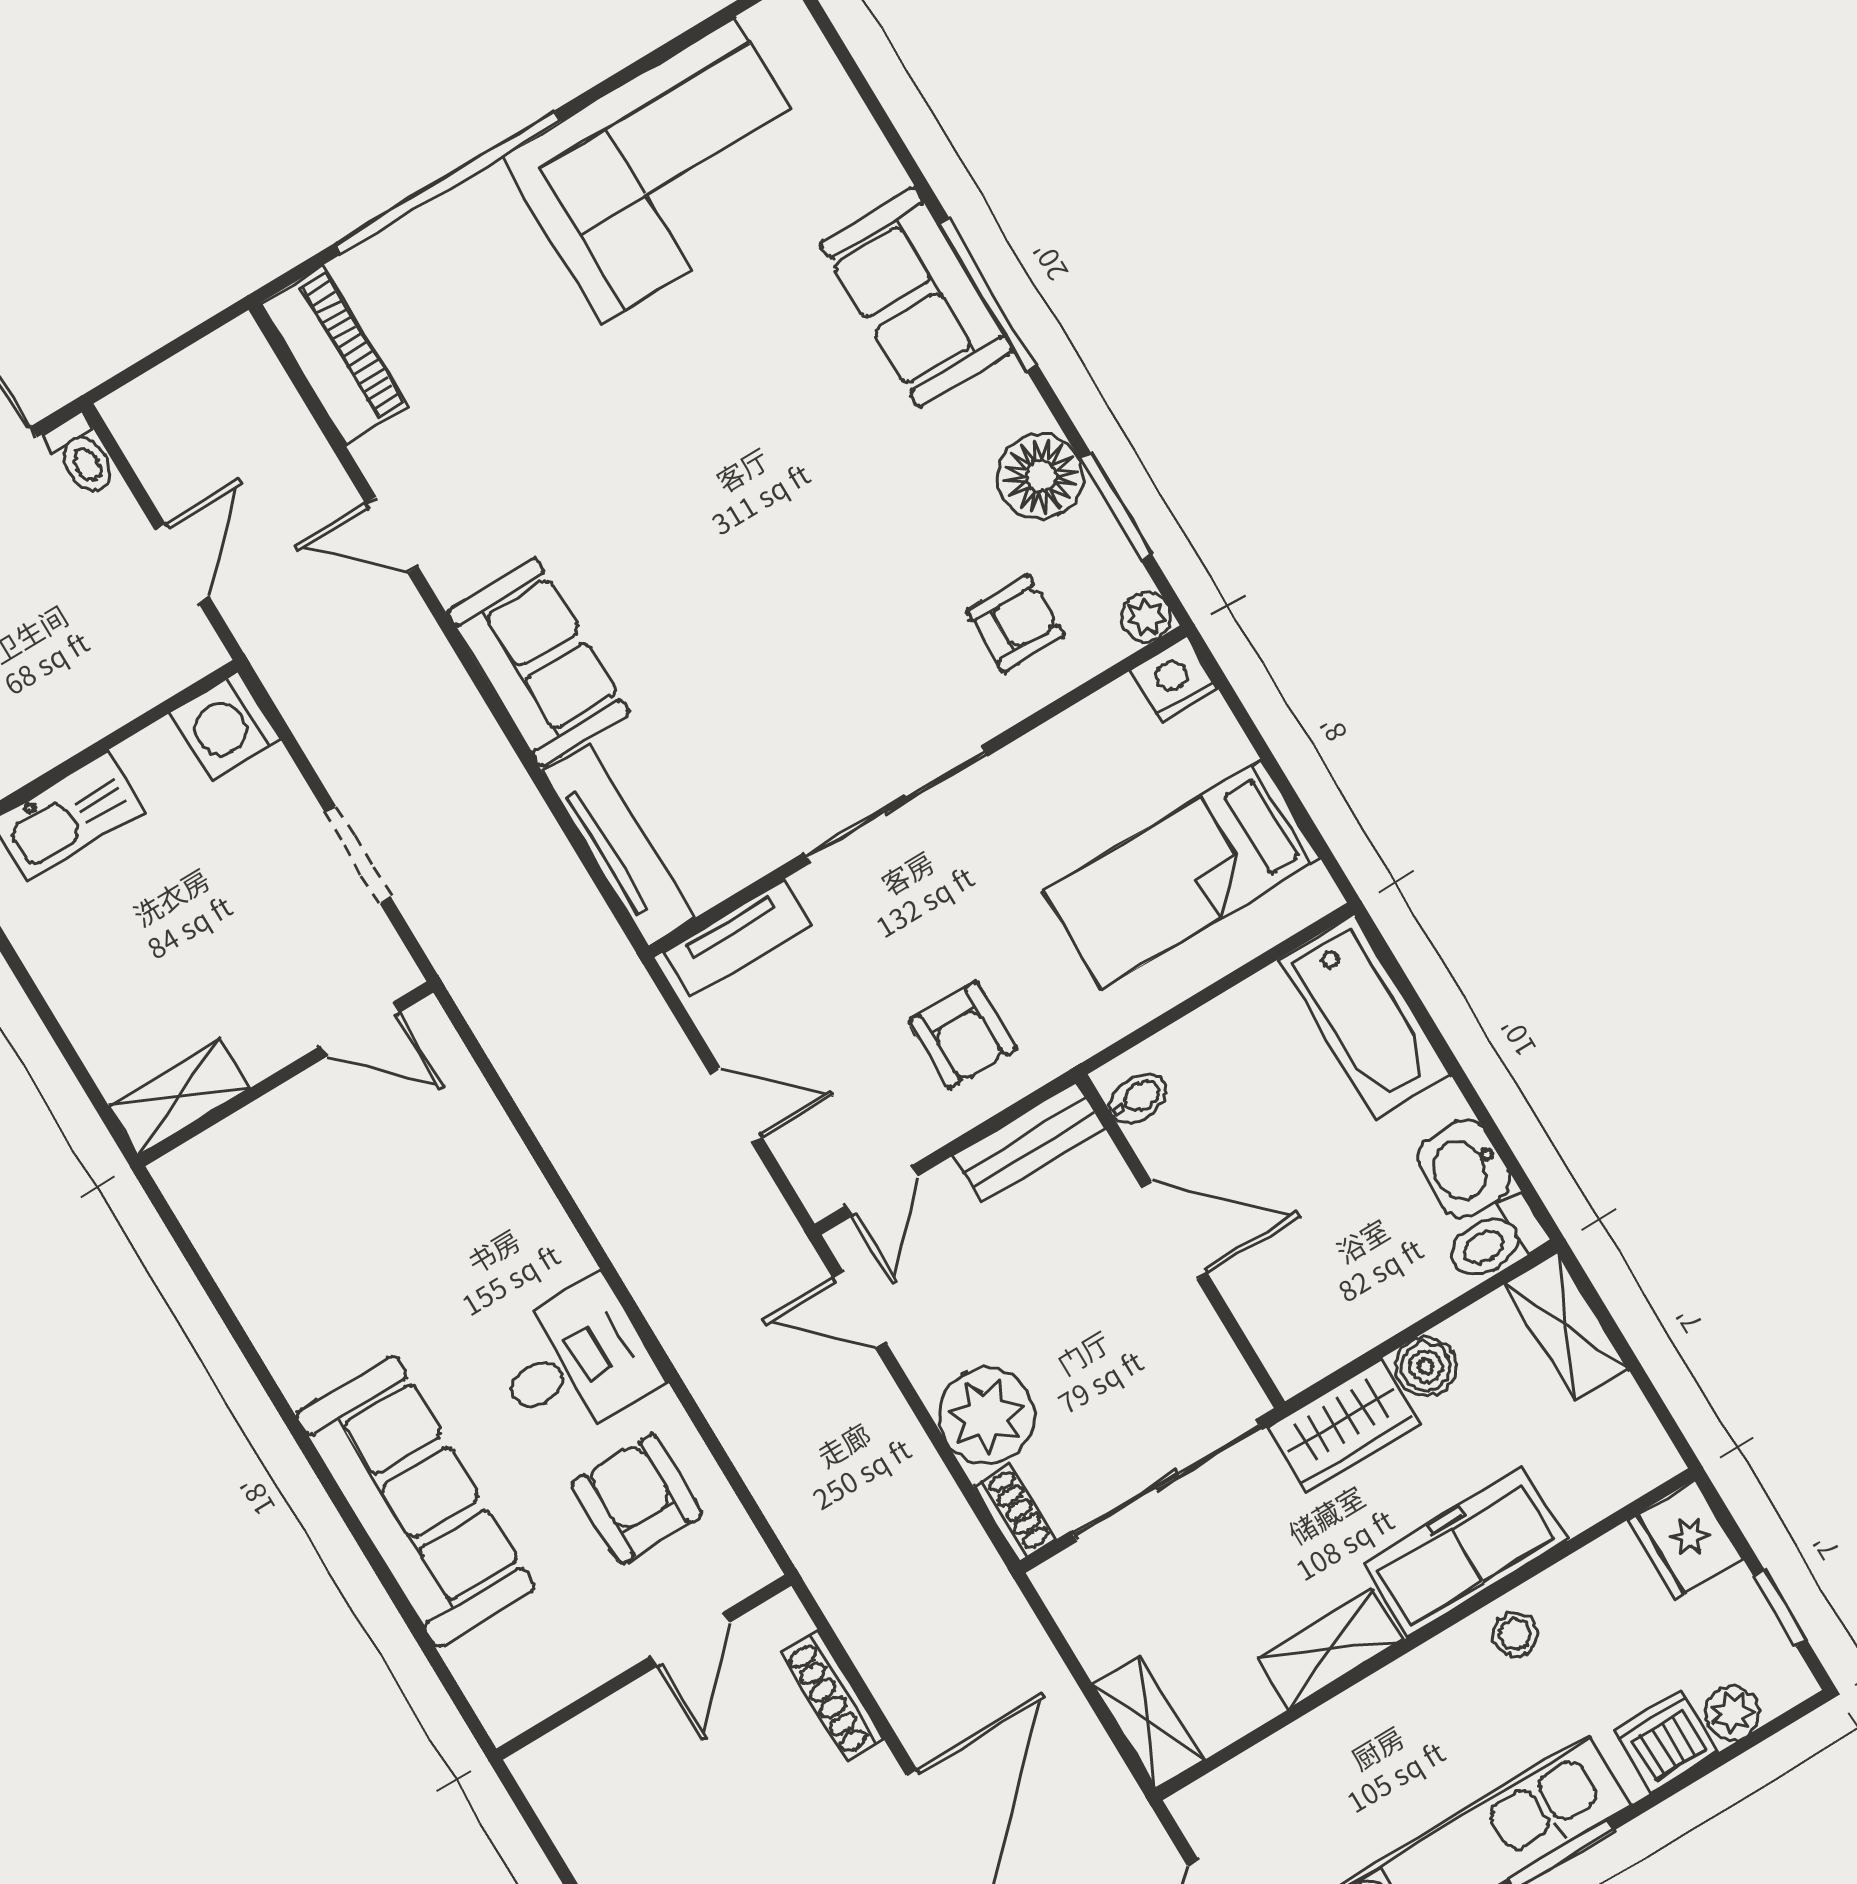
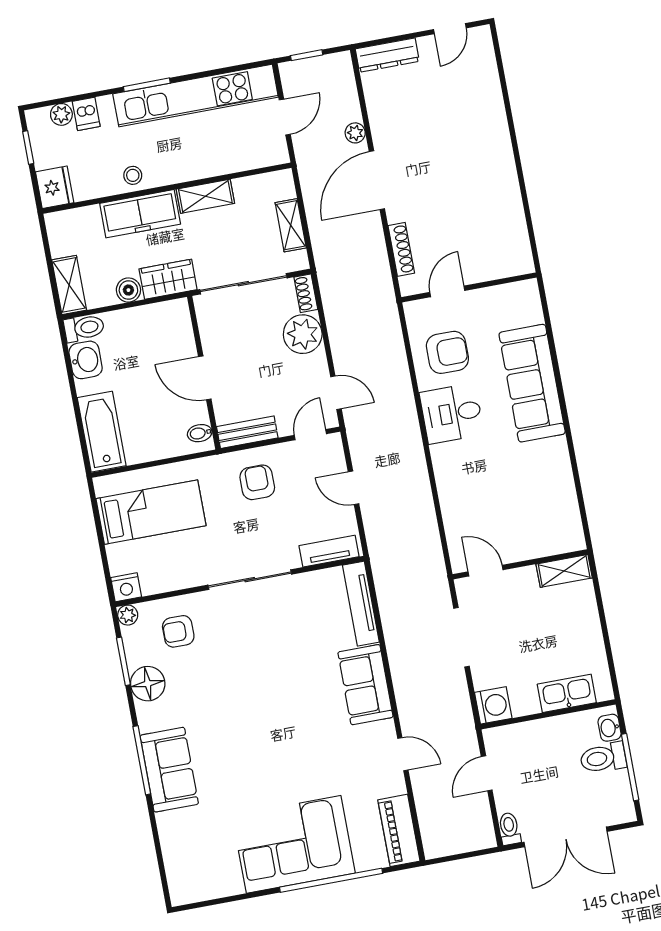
corner sofa: (669, 170) -> (294, 844), moved
doorway: (358, 855) -> (462, 637), width x1.38
armchair: (637, 1499) -> (447, 352), turned -90
shelving: (1148, 1722) -> (291, 225), moved
dishwasher: (1666, 1741) -> (86, 114), width x0.73

